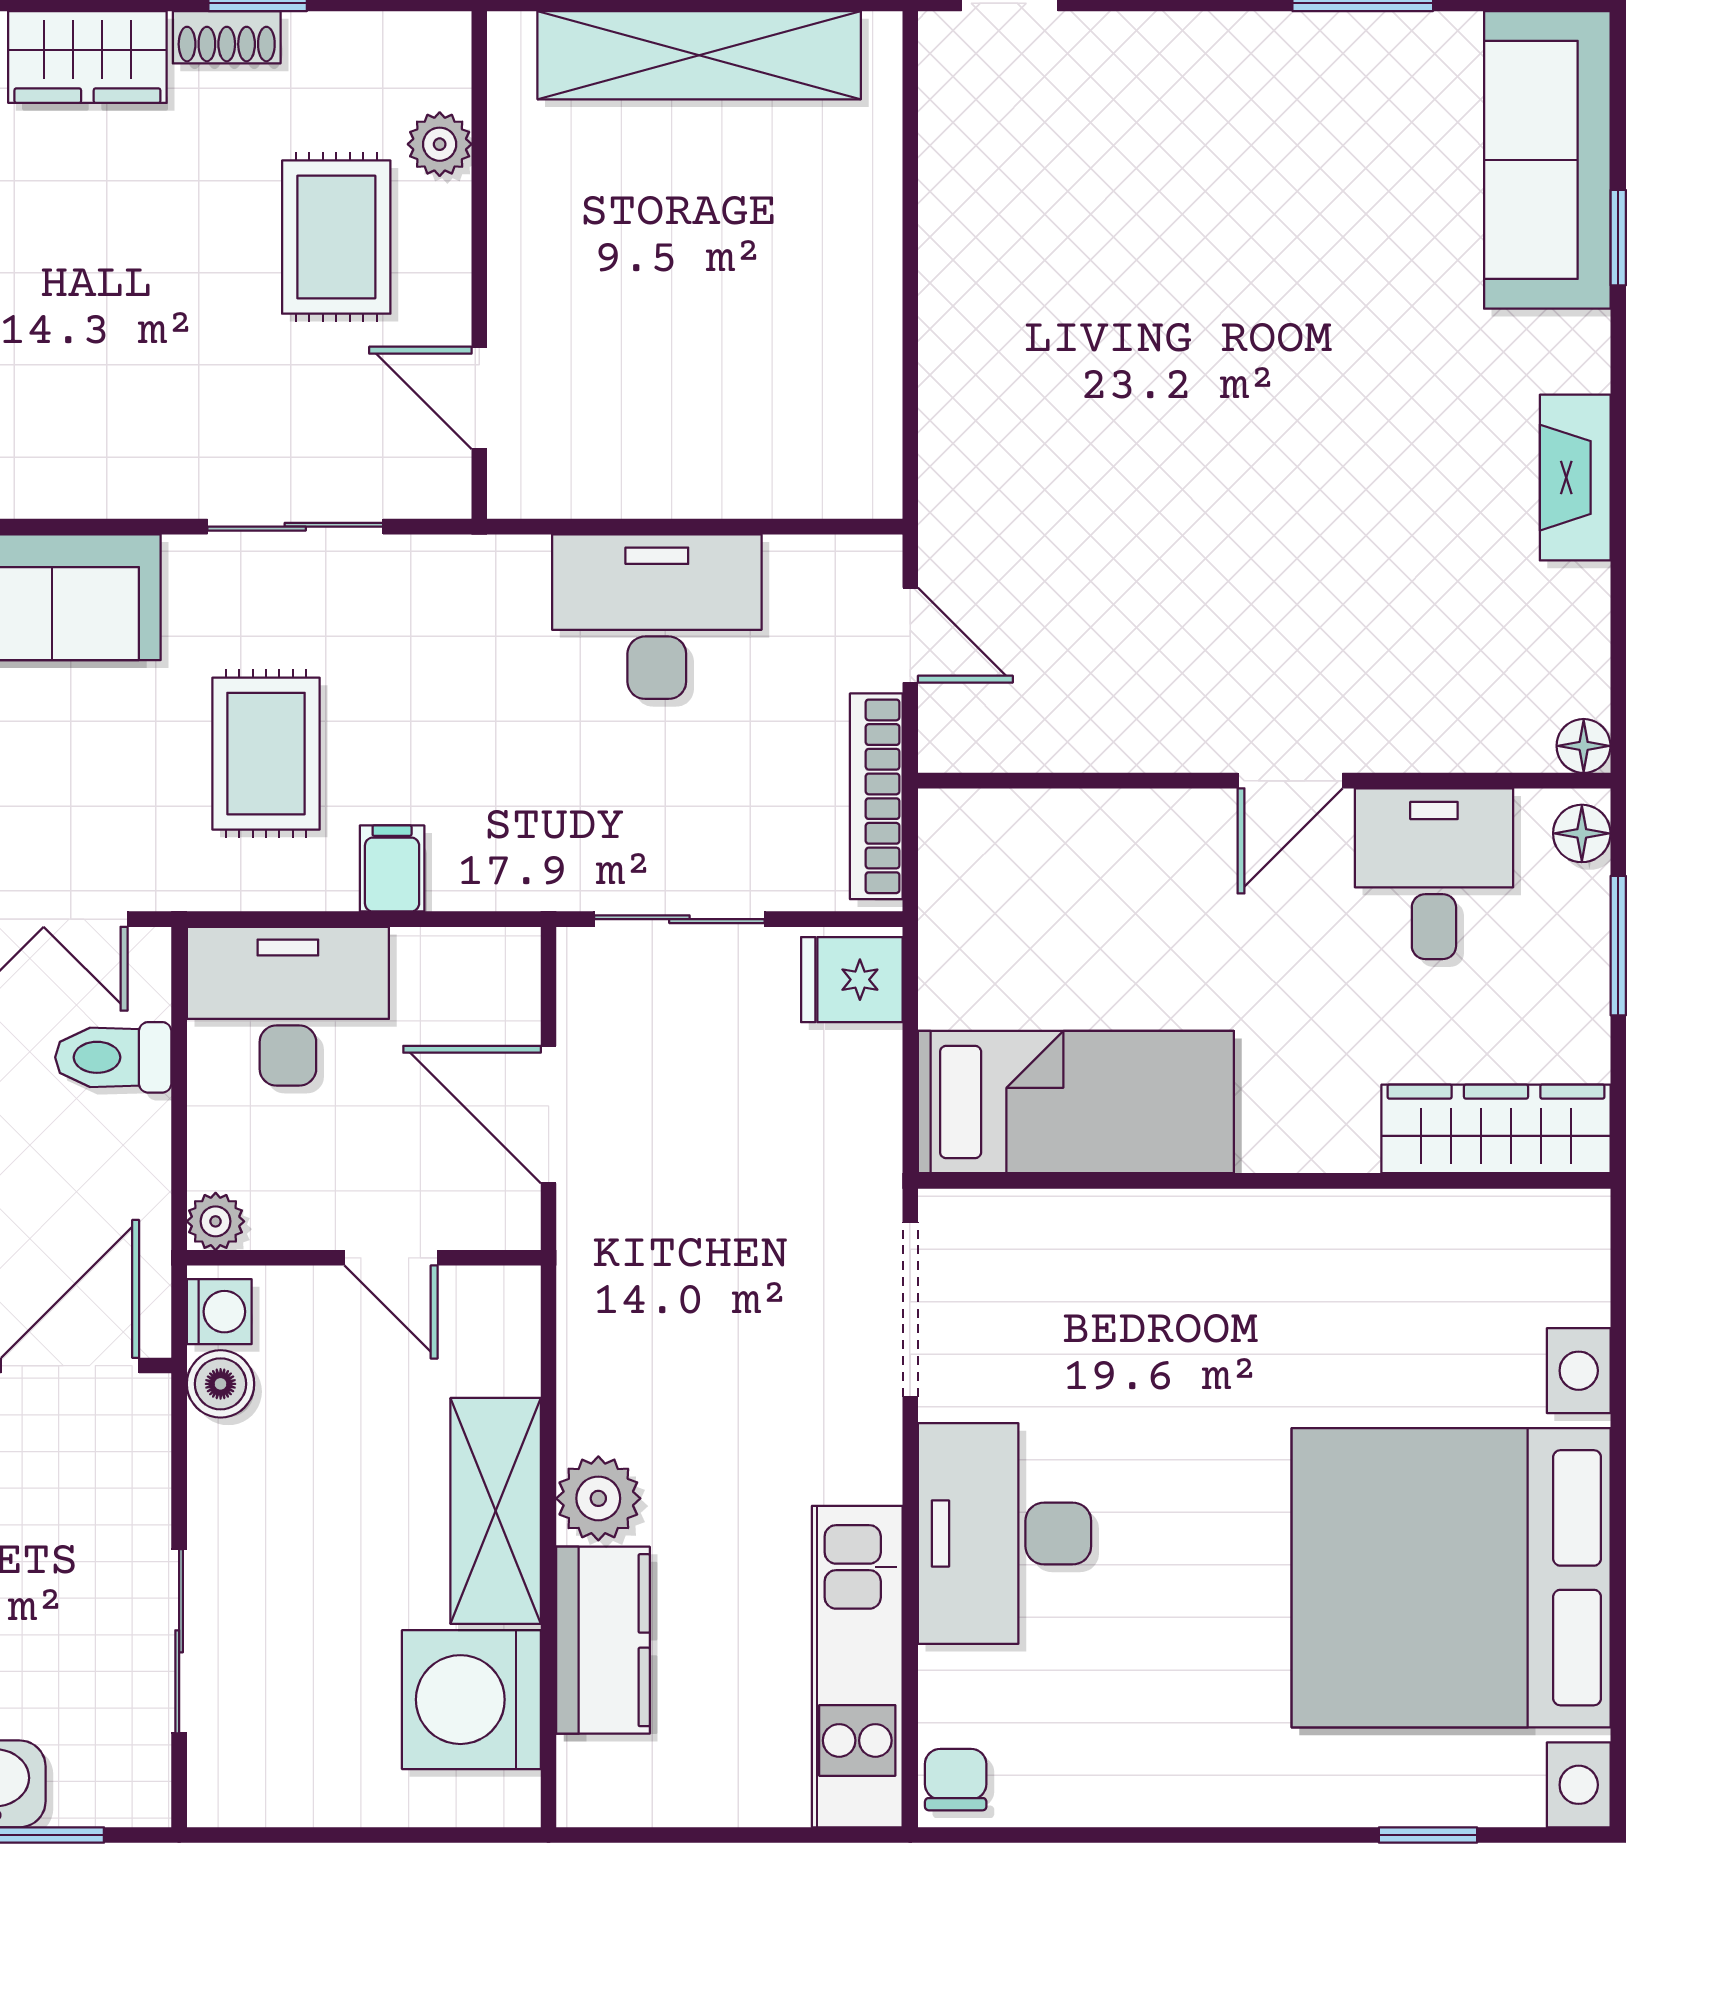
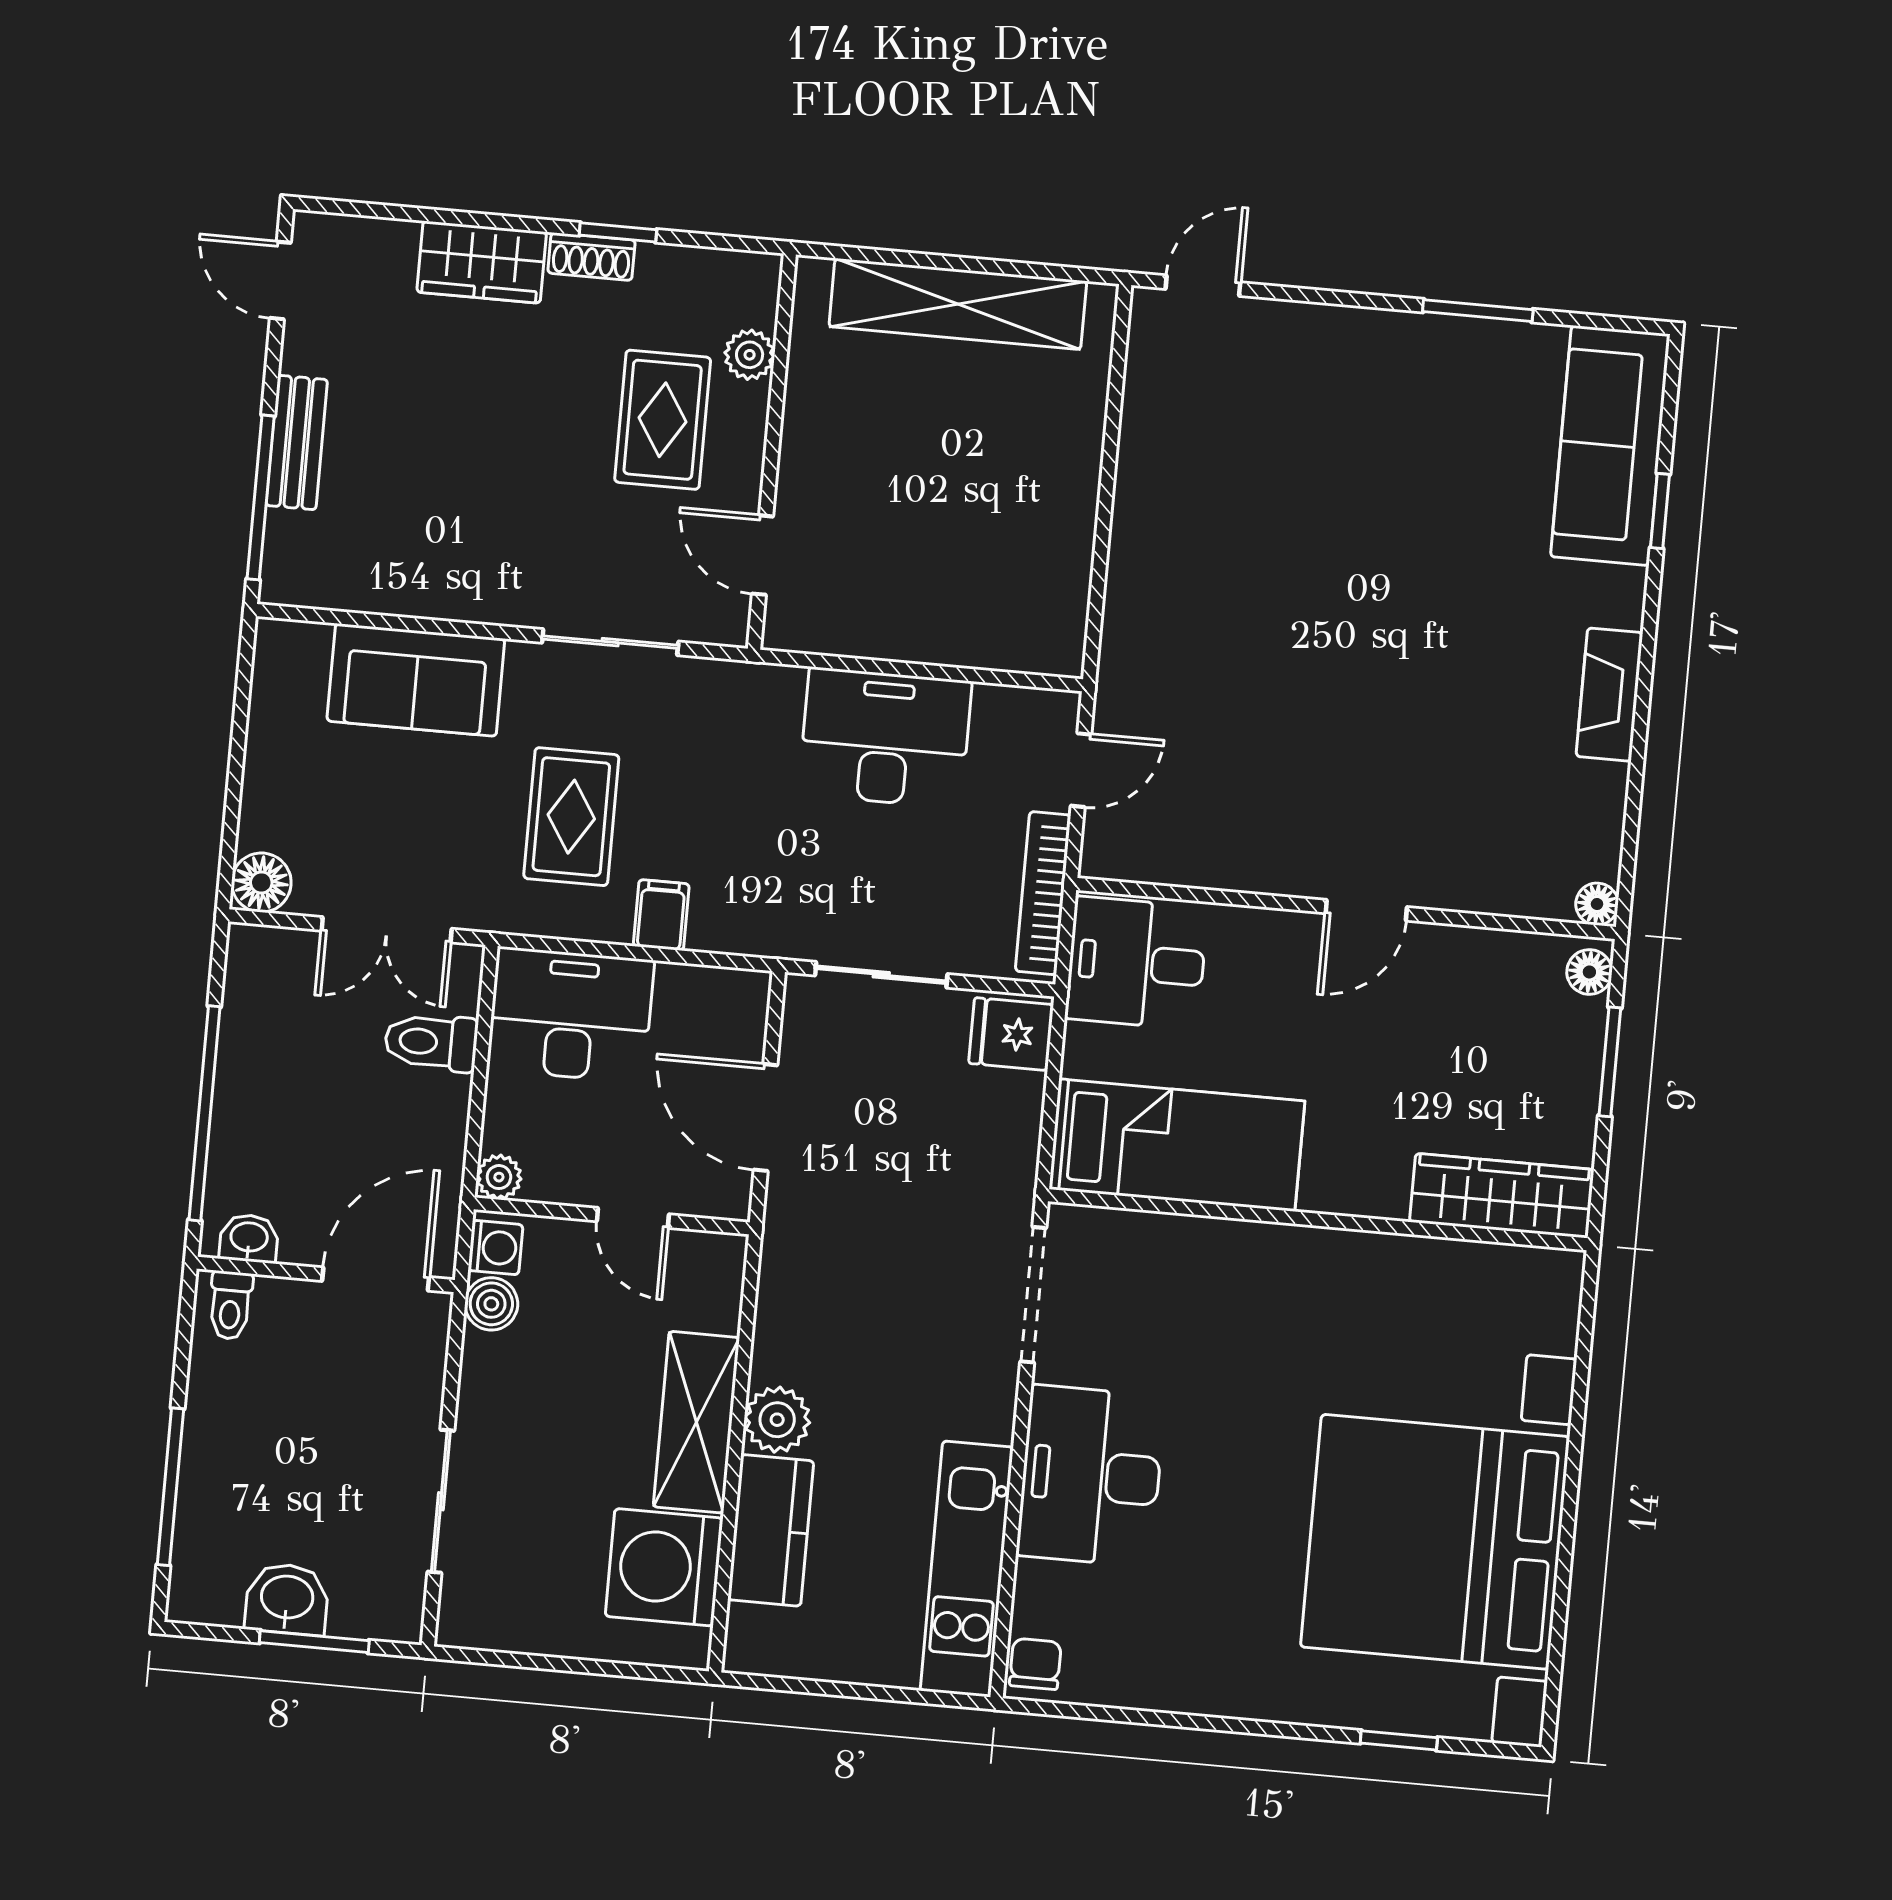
door: (910, 635) -> (1081, 770), hinge flipped
desk: (1434, 874) -> (1136, 963), moved, turned -90

